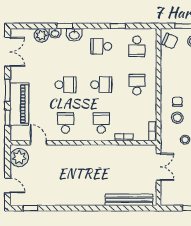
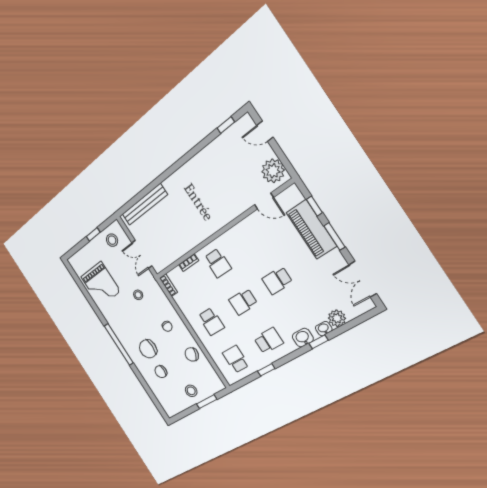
chair: (170, 41) -> (192, 354), moved
stool: (177, 118) -> (112, 240), moved
school desk: (66, 123) -> (251, 240), removed

